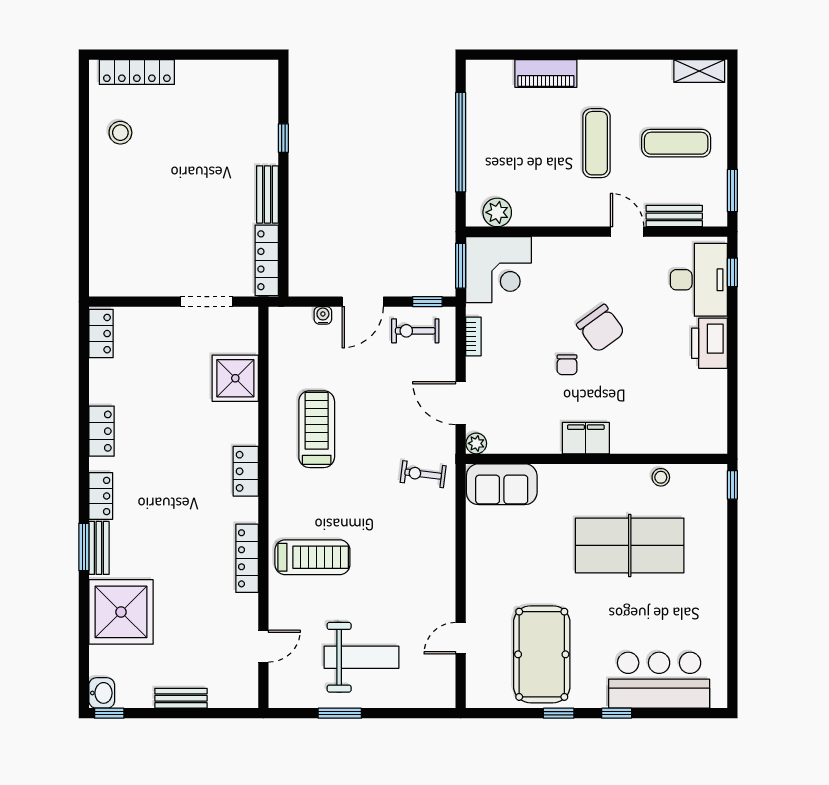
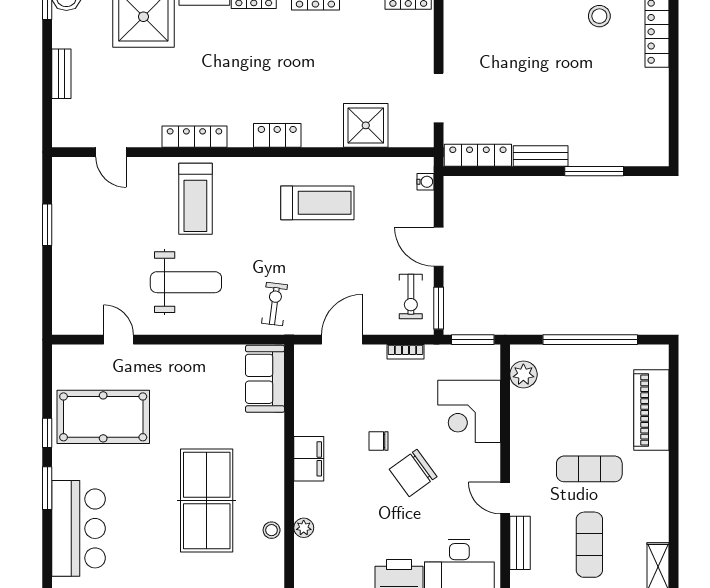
piano: (546, 73) -> (651, 410), width x1.37, depth x1.33
window: (283, 138) -> (594, 171), width x2.17
door: (627, 232) -> (505, 498), swing flipped
corner desk: (498, 270) -> (469, 411), moved
window: (427, 302) -> (439, 308), width x1.50
water cooler: (323, 315) -> (426, 182), moved
exercise bike: (415, 331) -> (411, 297), turned 180
plant: (476, 443) -> (304, 528), moved
weight bench: (361, 657) -> (186, 282), moved, turned -90
window: (617, 713) -> (47, 488), width x1.50

